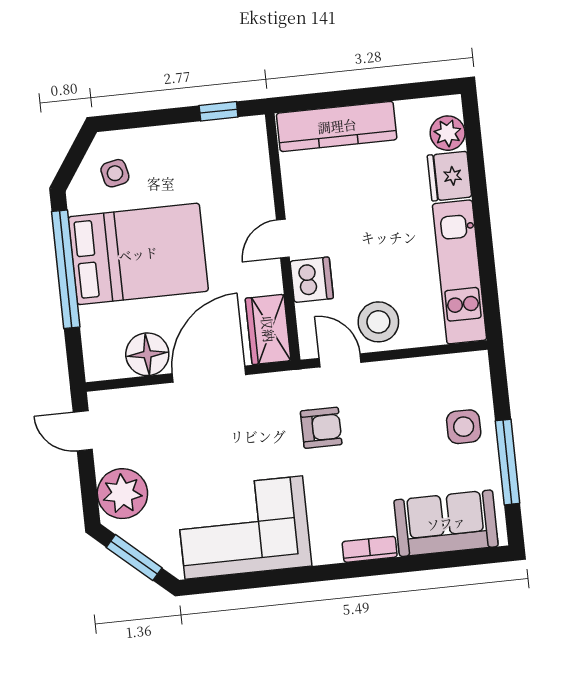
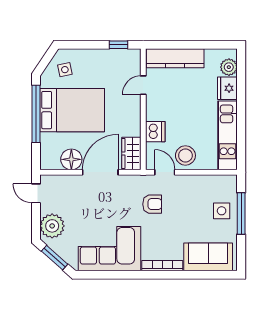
door: (283, 239) -> (143, 85), moved
window: (508, 462) -> (241, 213), moved
bookcase: (370, 549) -> (162, 266), width x1.56

